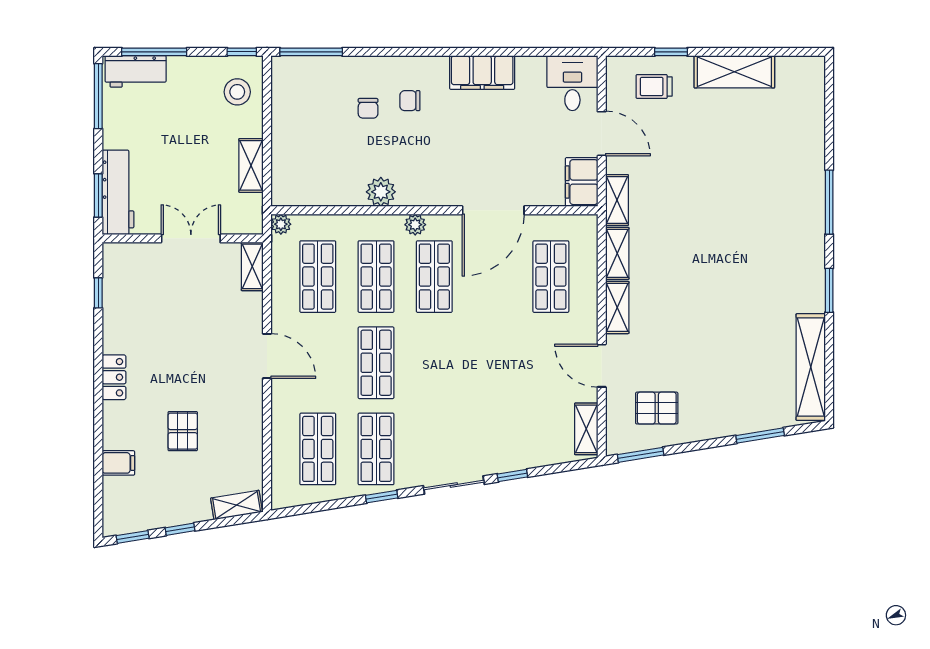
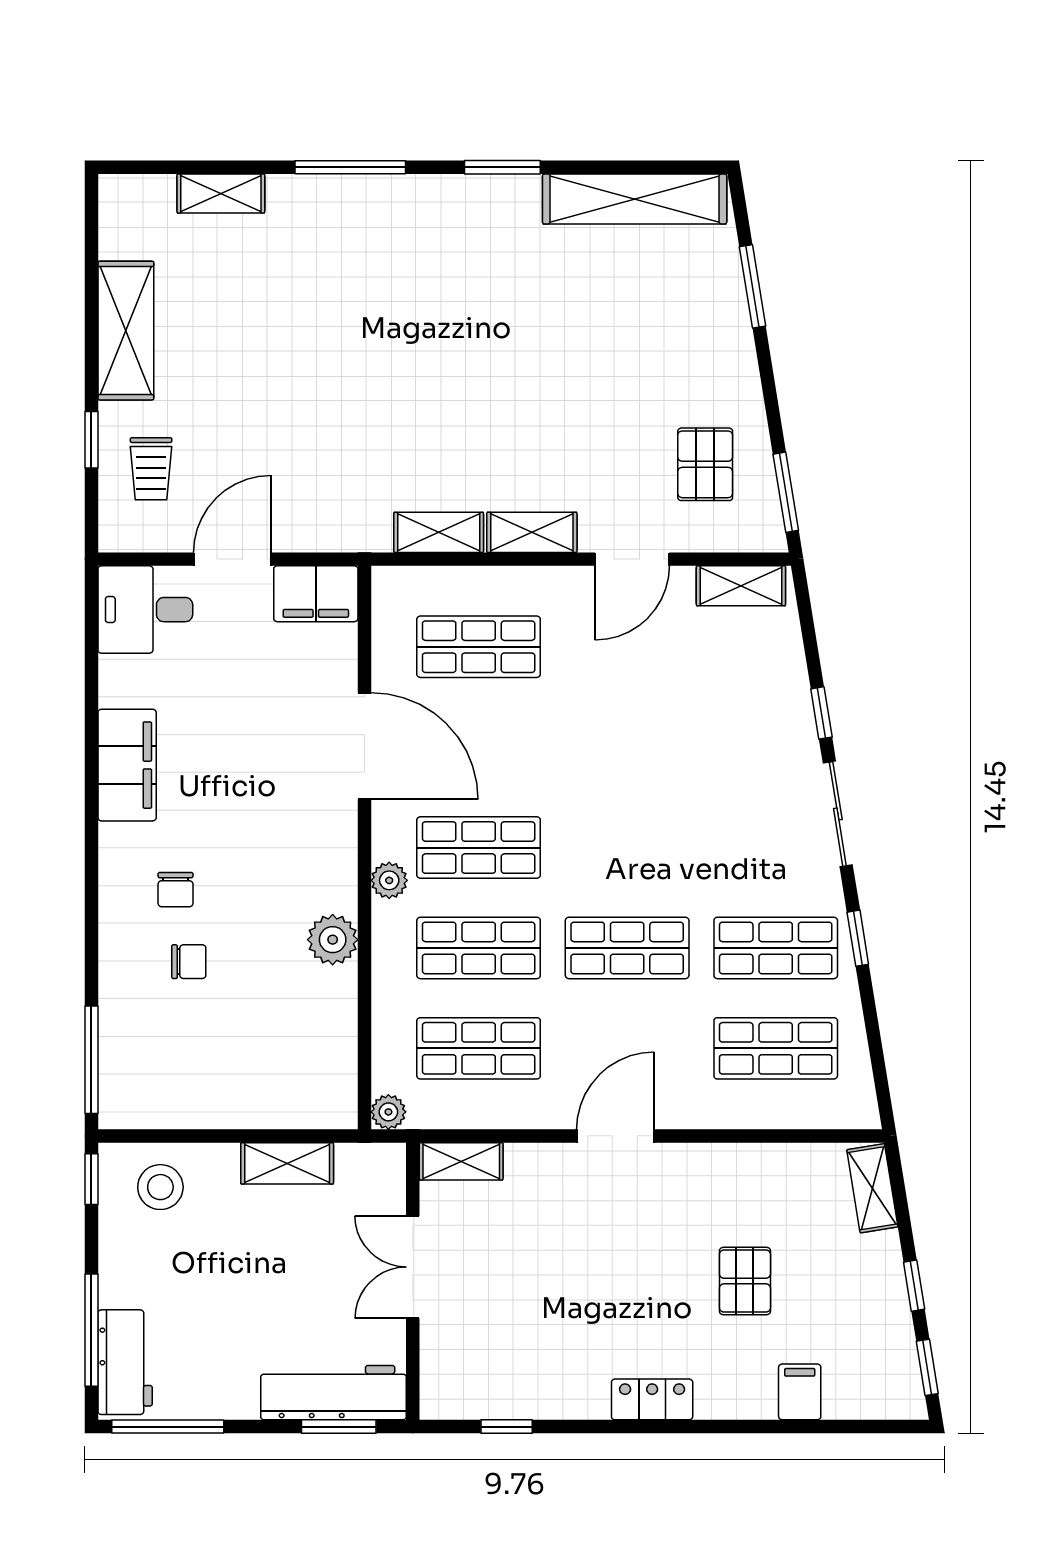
shelving: (617, 200) -> (221, 194), moved
pallet: (183, 431) -> (745, 1281), turned 90

